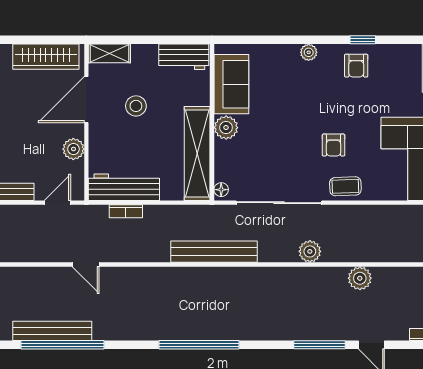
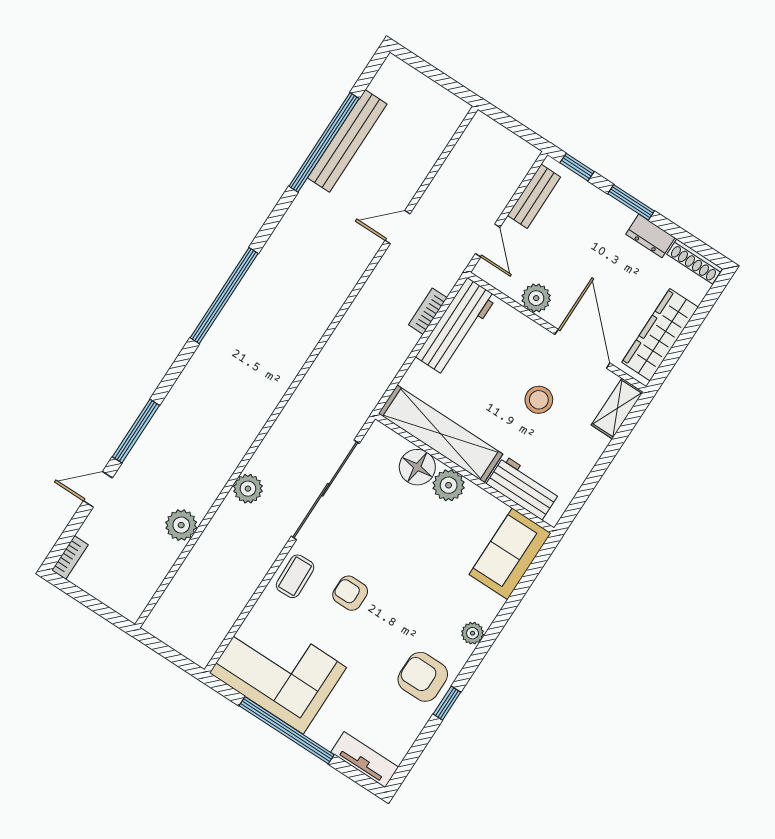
workbench: (184, 57) -> (523, 488), moved, turned 90
armchair: (356, 66) -> (423, 677), width x1.38, depth x1.38
sofa: (231, 84) -> (510, 554), moved, turned 90
floor lamp: (221, 190) -> (417, 467), moved, width x1.89, depth x1.89
bench: (214, 252) -> (318, 381), removed

